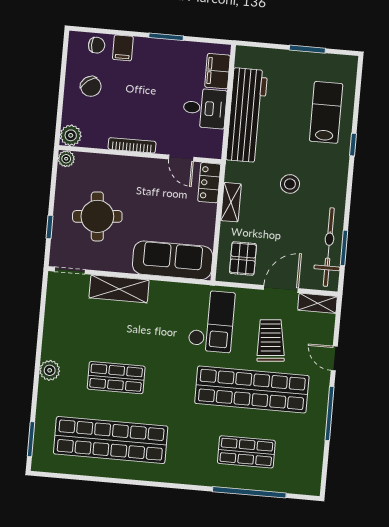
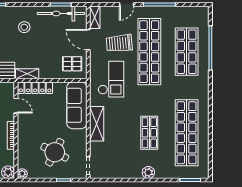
door: (181, 158) -> (16, 106), hinge flipped
locker: (209, 183) -> (35, 88), width x1.53
stool: (290, 184) -> (24, 27), moved
shelving: (231, 202) -> (27, 74), moved
round table: (97, 216) -> (55, 152), turned 32
shelving: (119, 289) -> (97, 124), moved
checkout: (212, 321) -> (111, 79), turned 90
shop shelf: (246, 452) -> (187, 52), width x1.43, depth x1.36

